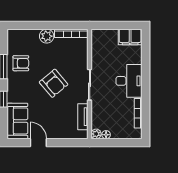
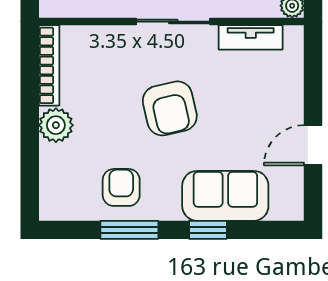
armchair: (54, 83) -> (170, 108), turned 117
sofa: (17, 121) -> (225, 196), moved

